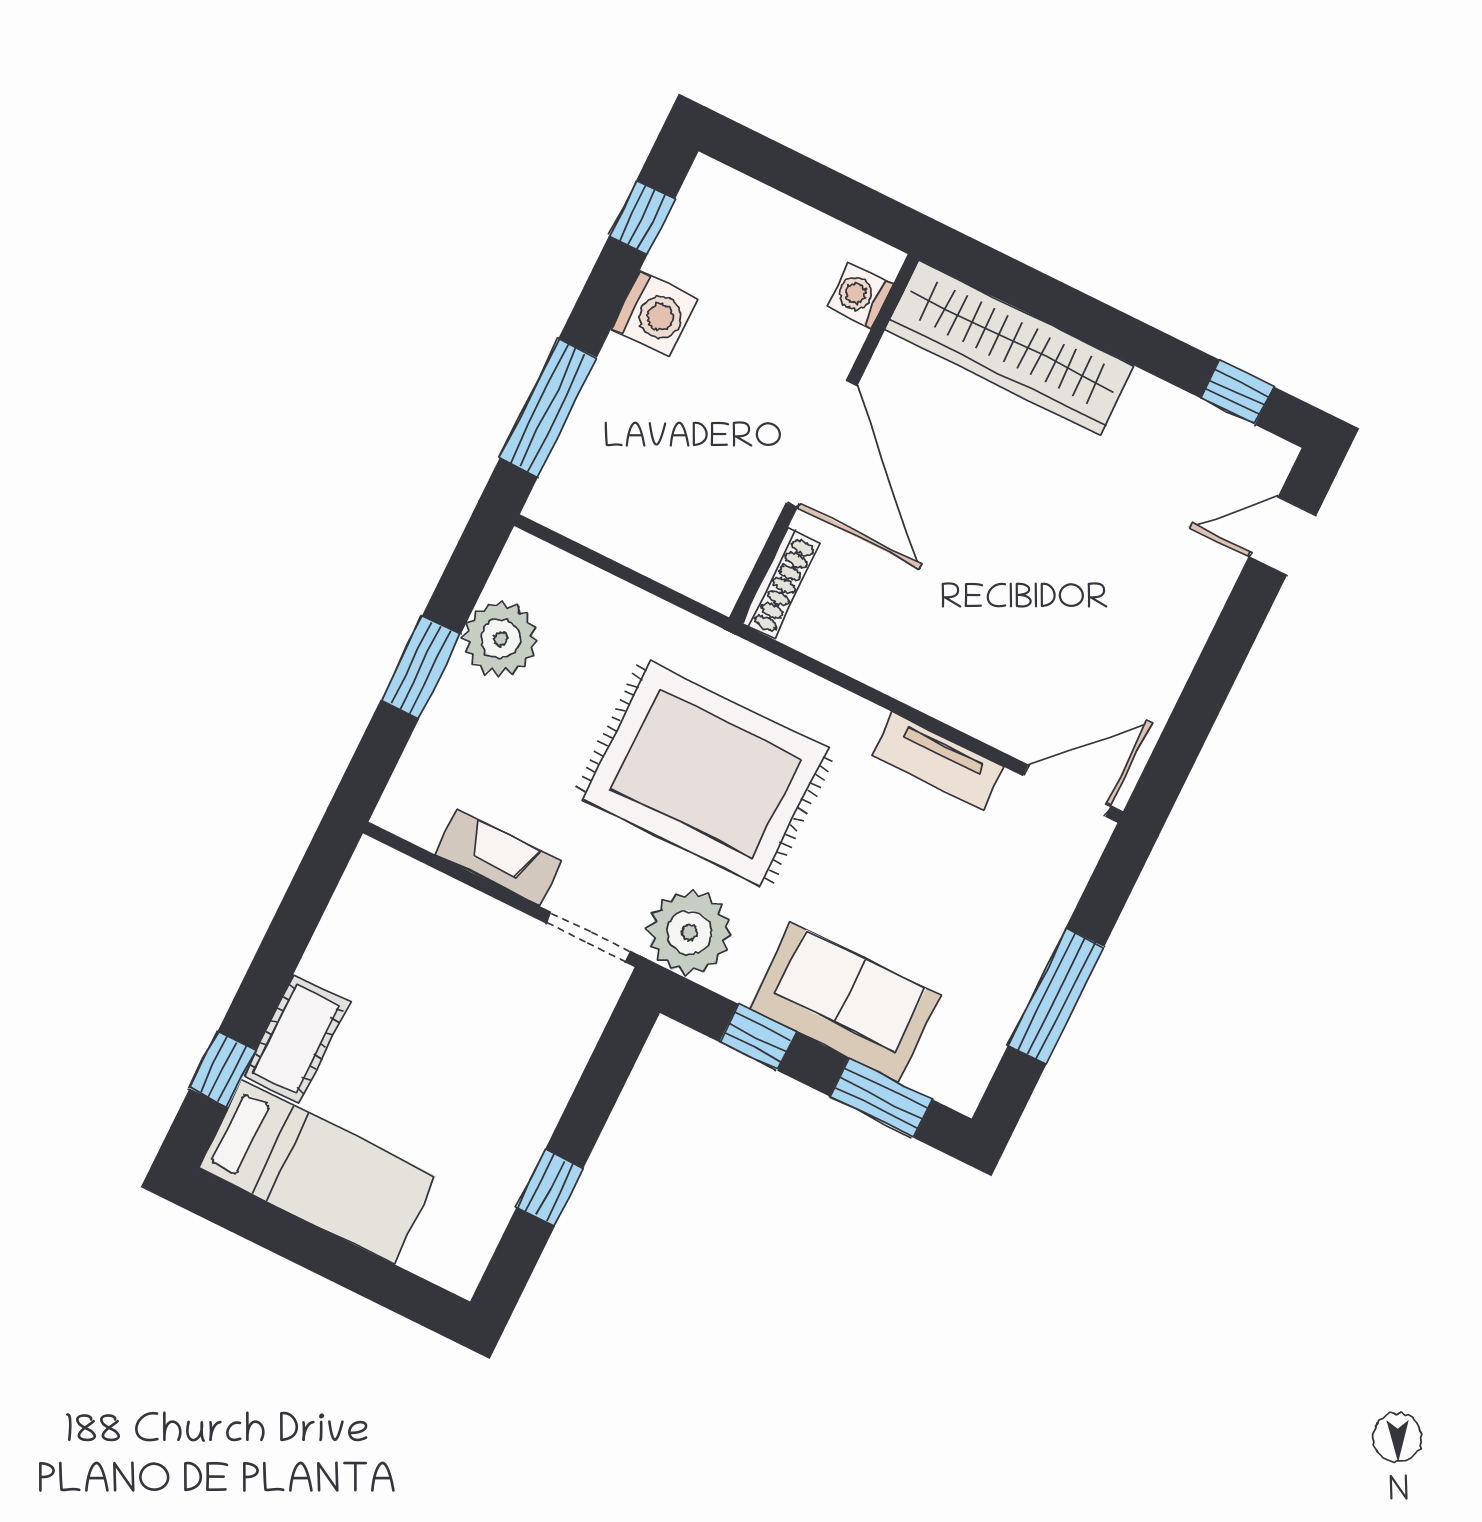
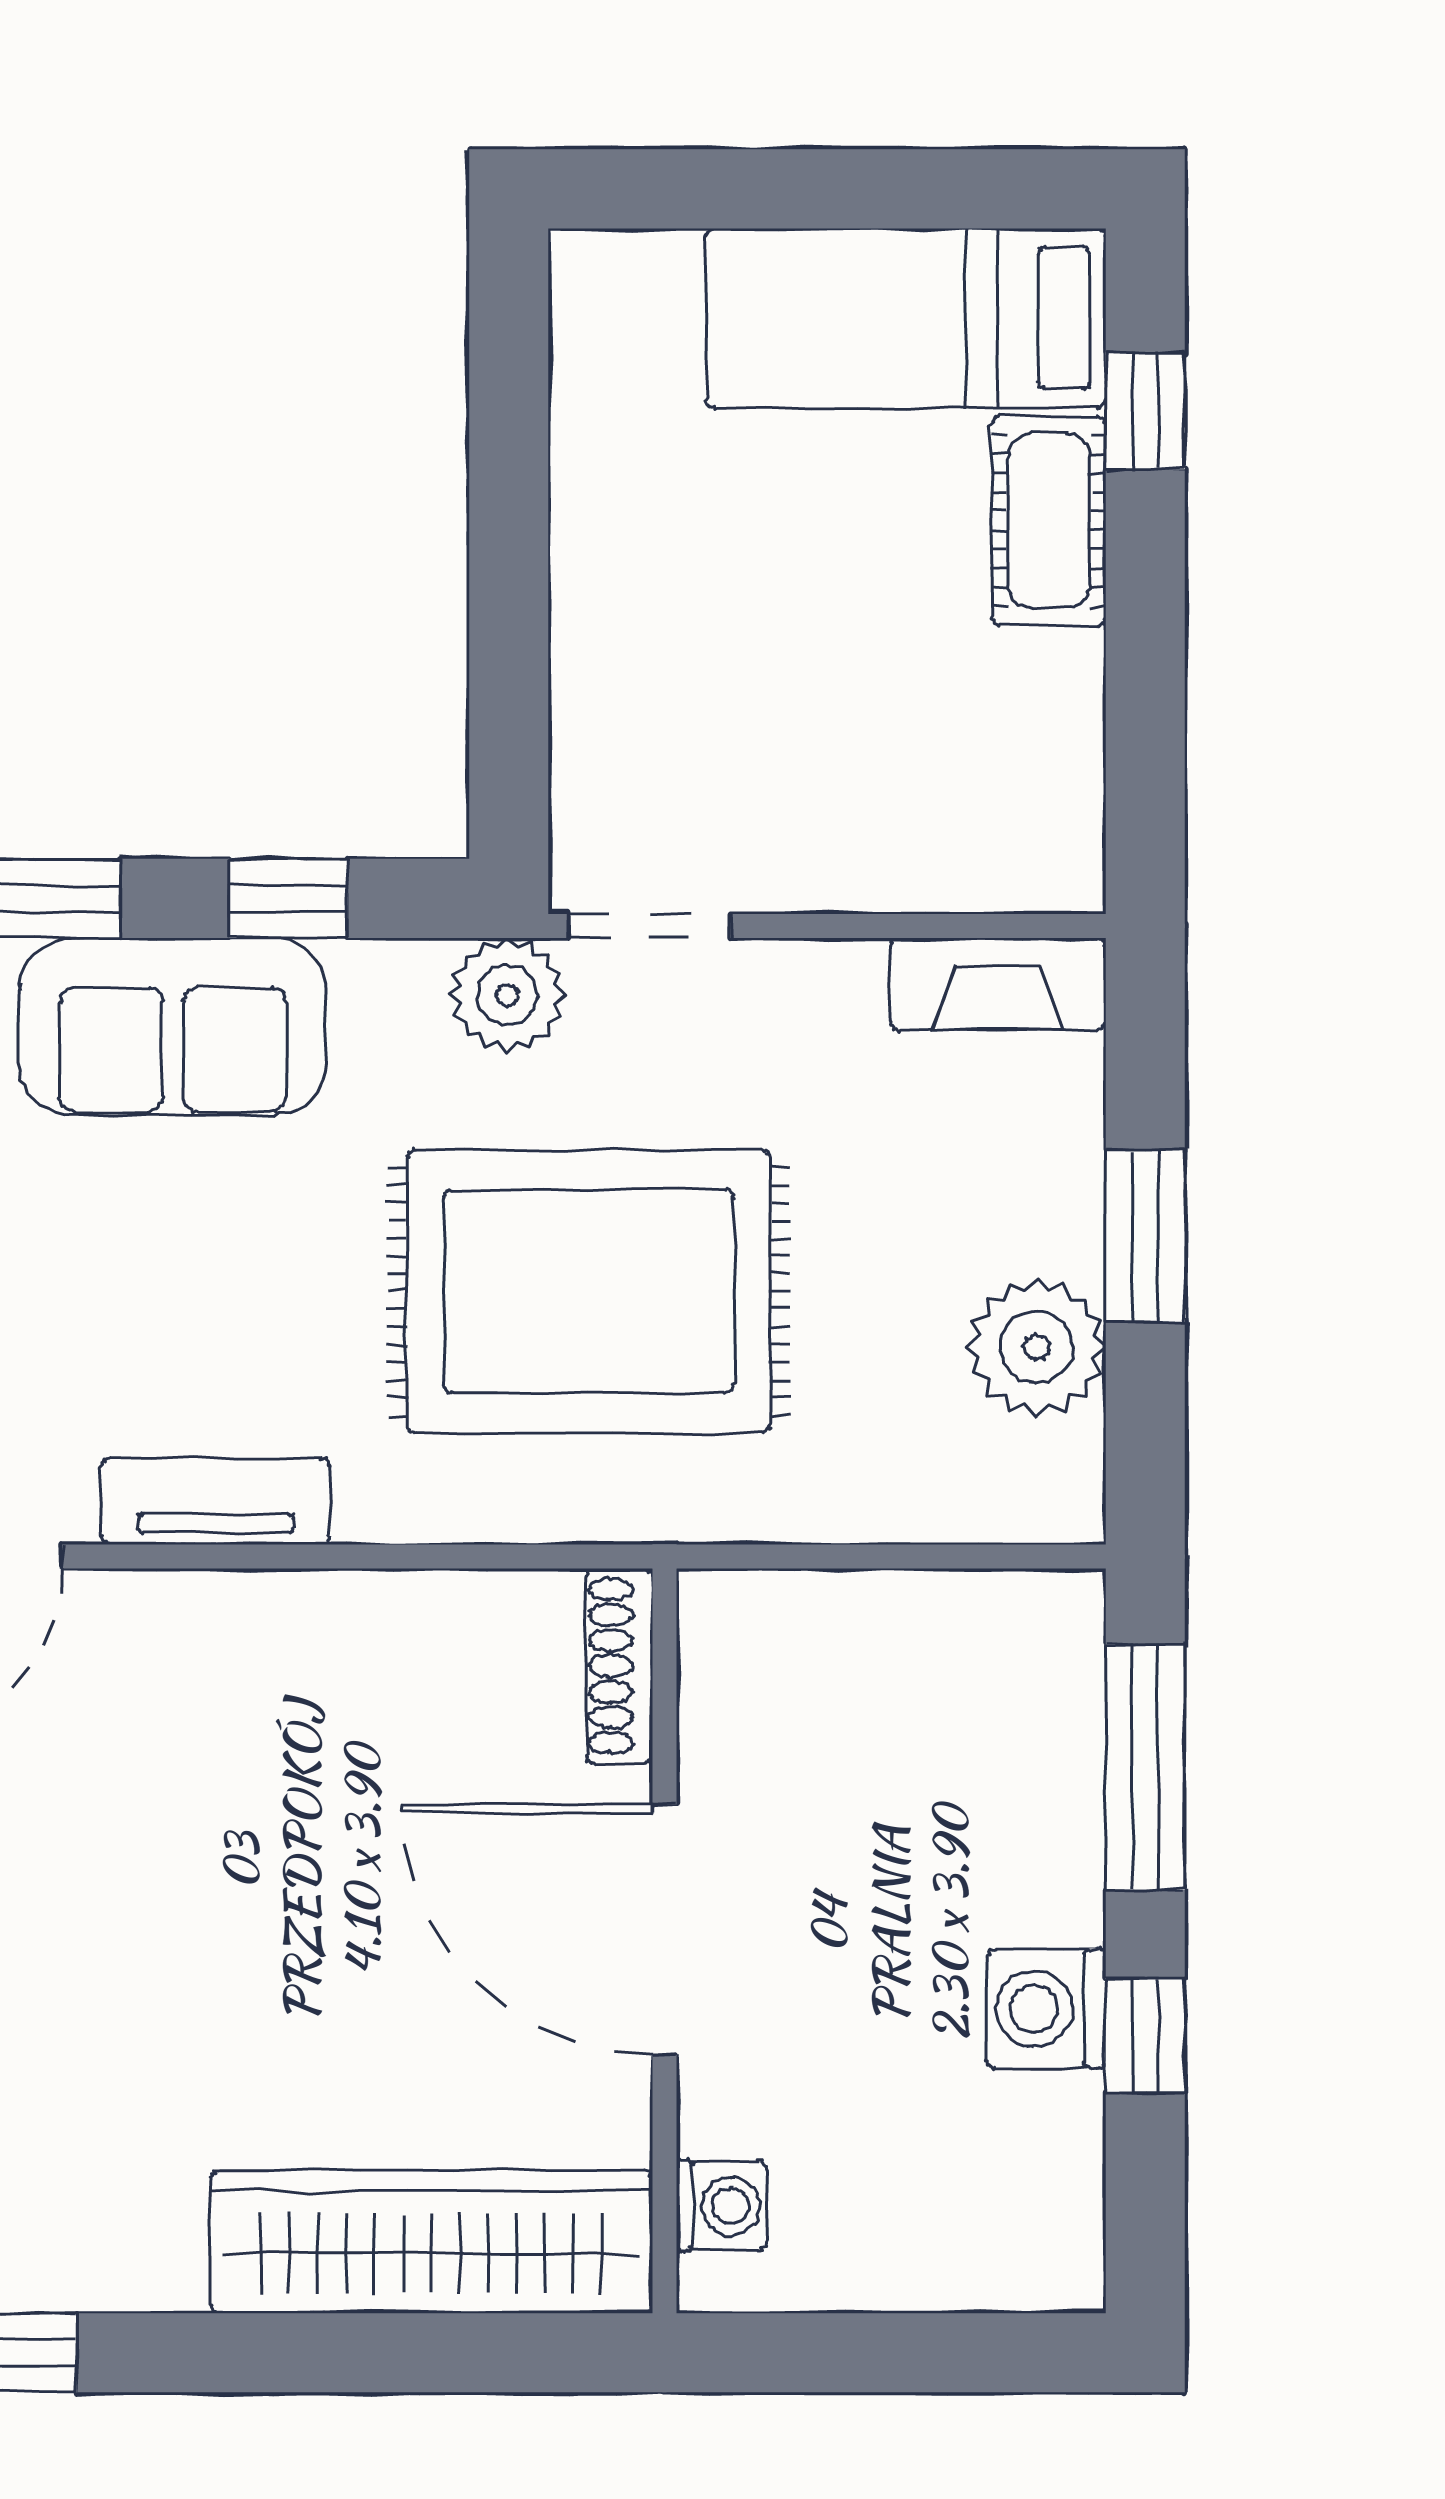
window: (642, 218) -> (1145, 2036), moved
fireplace: (498, 858) -> (998, 984), moved
plant: (689, 932) -> (507, 995), width x0.73, depth x0.73
window: (550, 1188) -> (509, 481), removed

